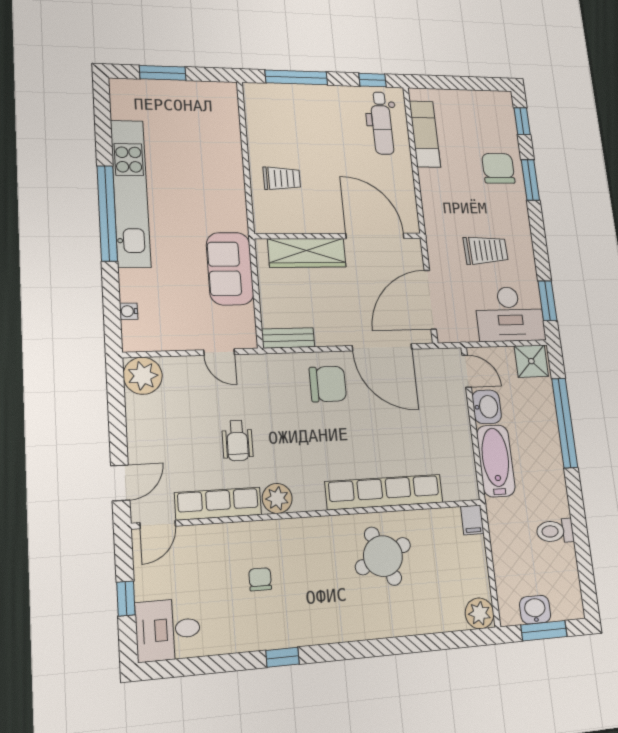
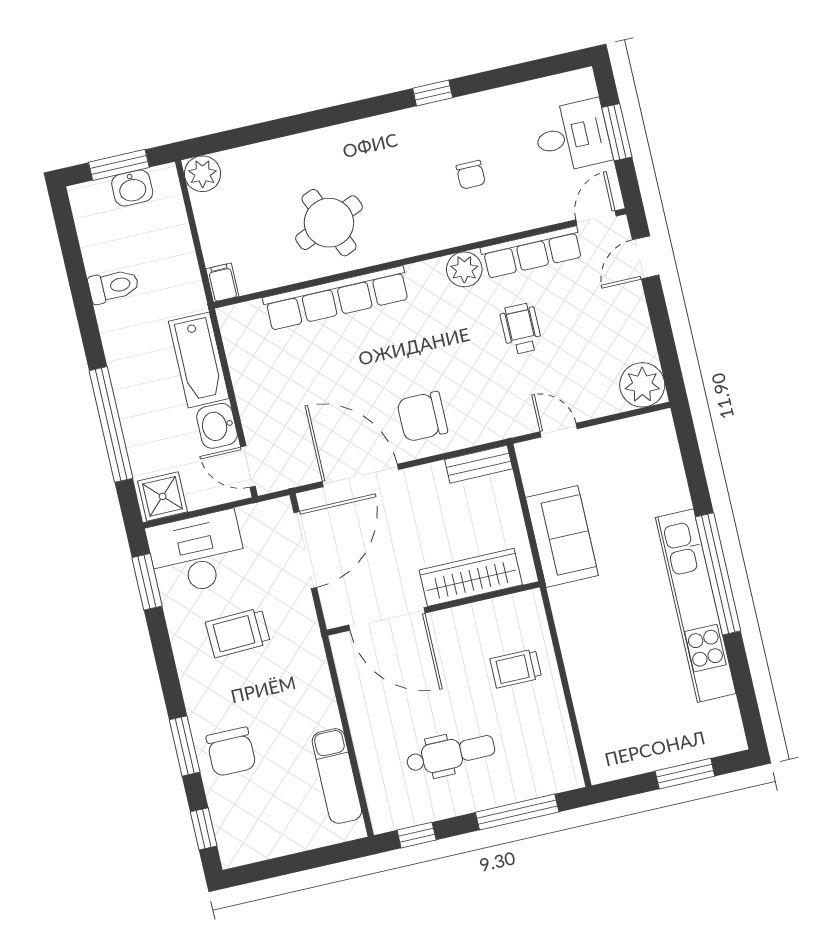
dental chair: (382, 123) -> (451, 754), moved, turned 90
water cooler: (129, 311) -> (672, 459), removed
window: (126, 599) -> (617, 132), width x1.50
desk: (168, 630) -> (572, 136), moved

